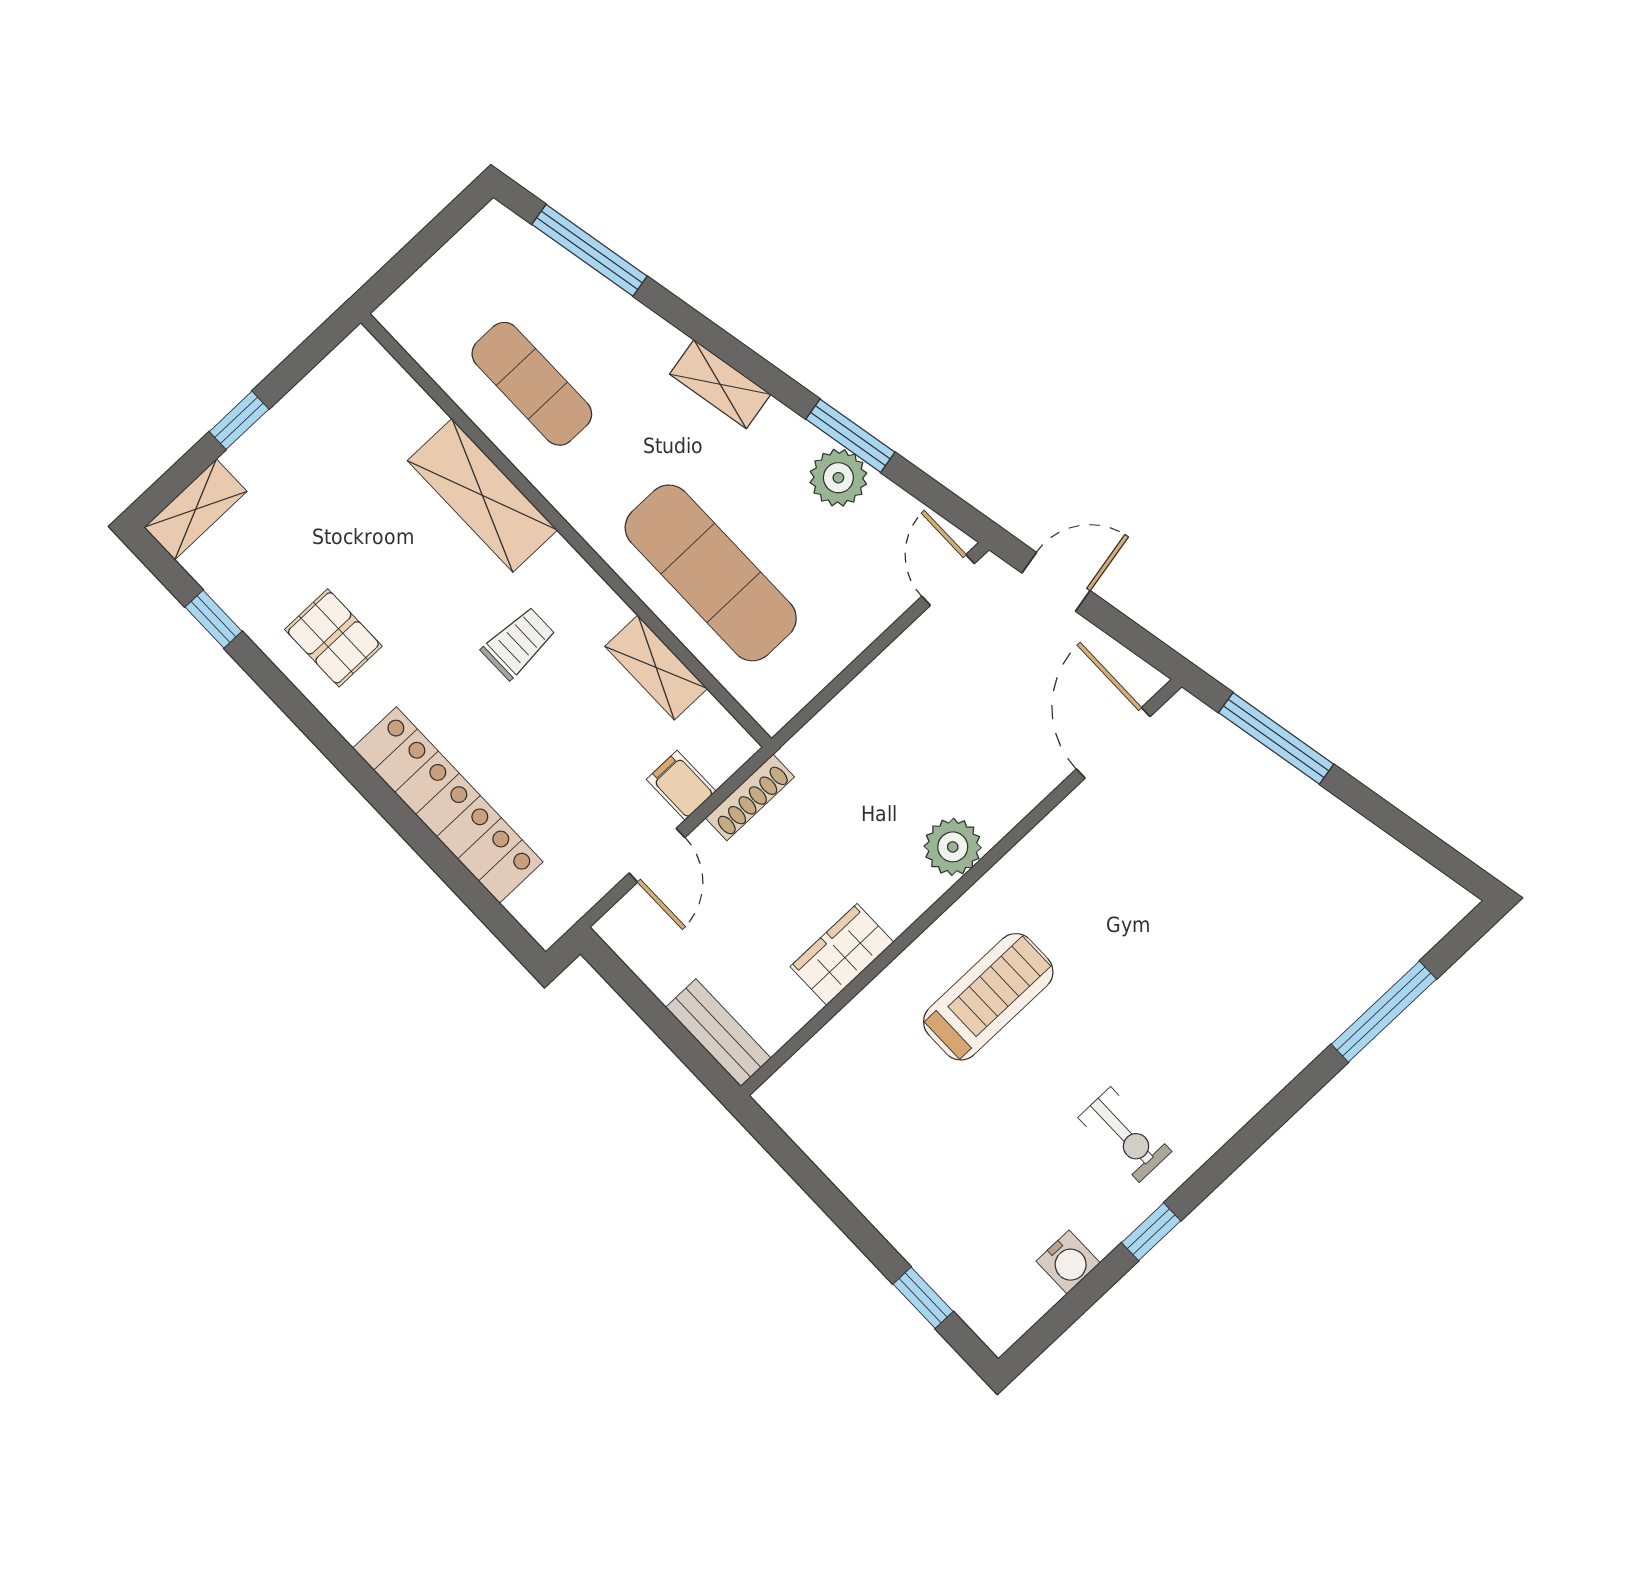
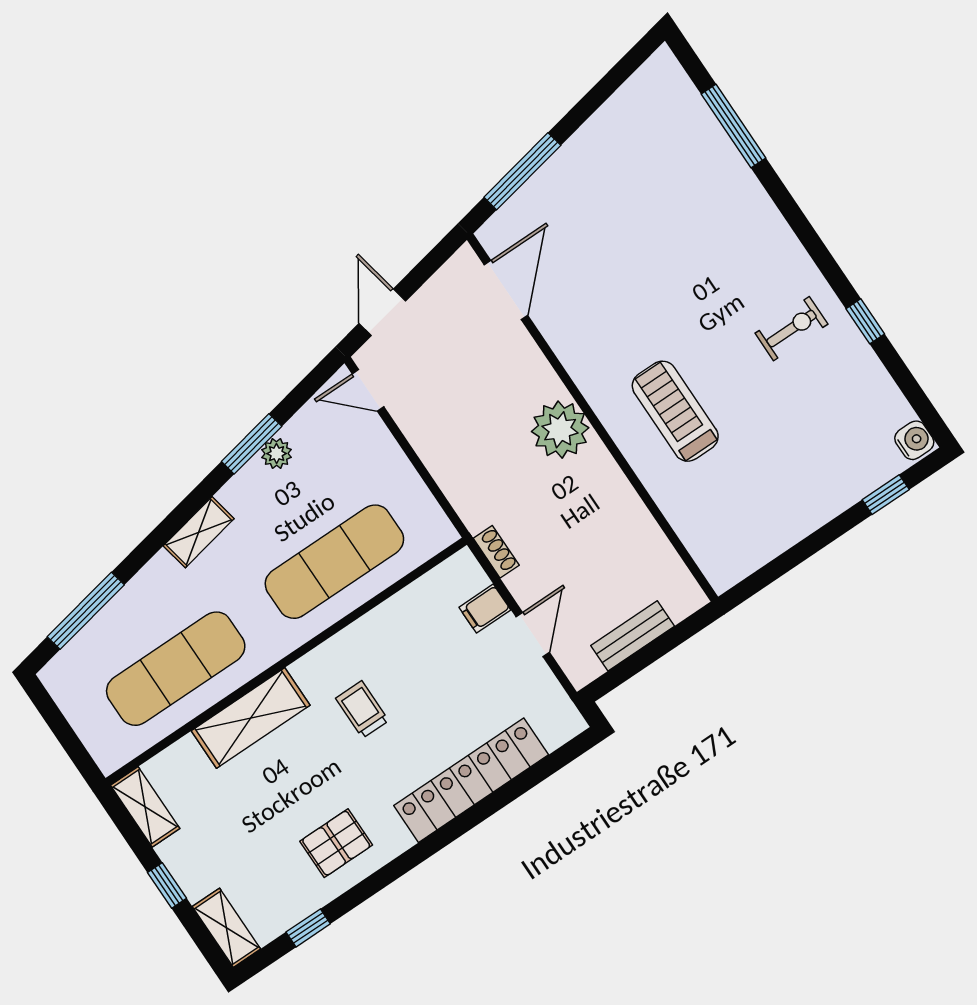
exercise mat: (532, 384) -> (176, 669), width x1.36, depth x1.45
plant: (838, 478) -> (277, 454), width x0.73, depth x0.73
shelving: (656, 668) -> (145, 807), moved, turned 90
door: (1113, 743) -> (506, 290), swing flipped
shoe rack: (750, 797) -> (496, 552), width x0.70
plant: (953, 847) -> (560, 430), width x1.36, depth x1.36
door: (657, 855) -> (533, 635), hinge flipped
wardrobe: (842, 954) -> (627, 512), removed
bench: (718, 1033) -> (633, 636), moved
water cooler: (1068, 1262) -> (914, 440), moved

